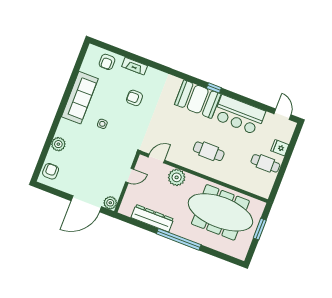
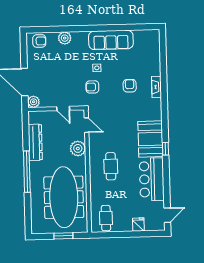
armchair: (107, 62) -> (92, 87), moved
fireplace: (135, 66) -> (157, 87), moved
cafe table: (265, 163) -> (106, 218), moved

